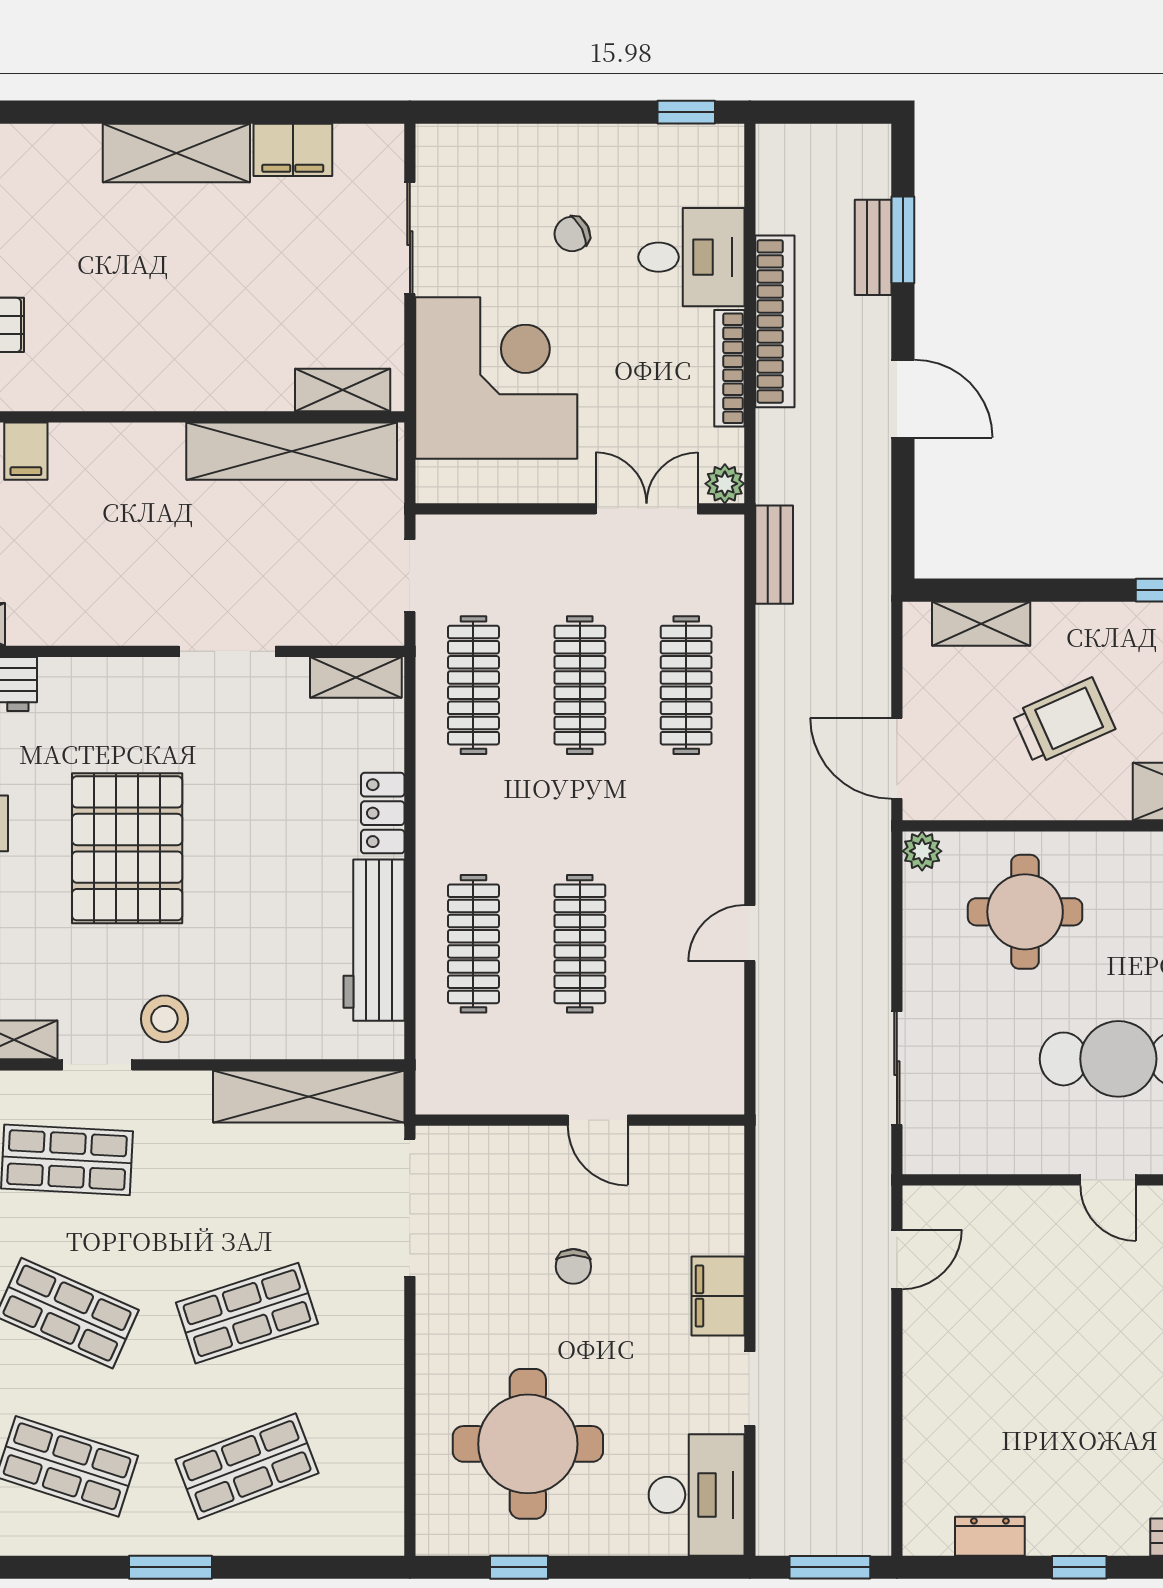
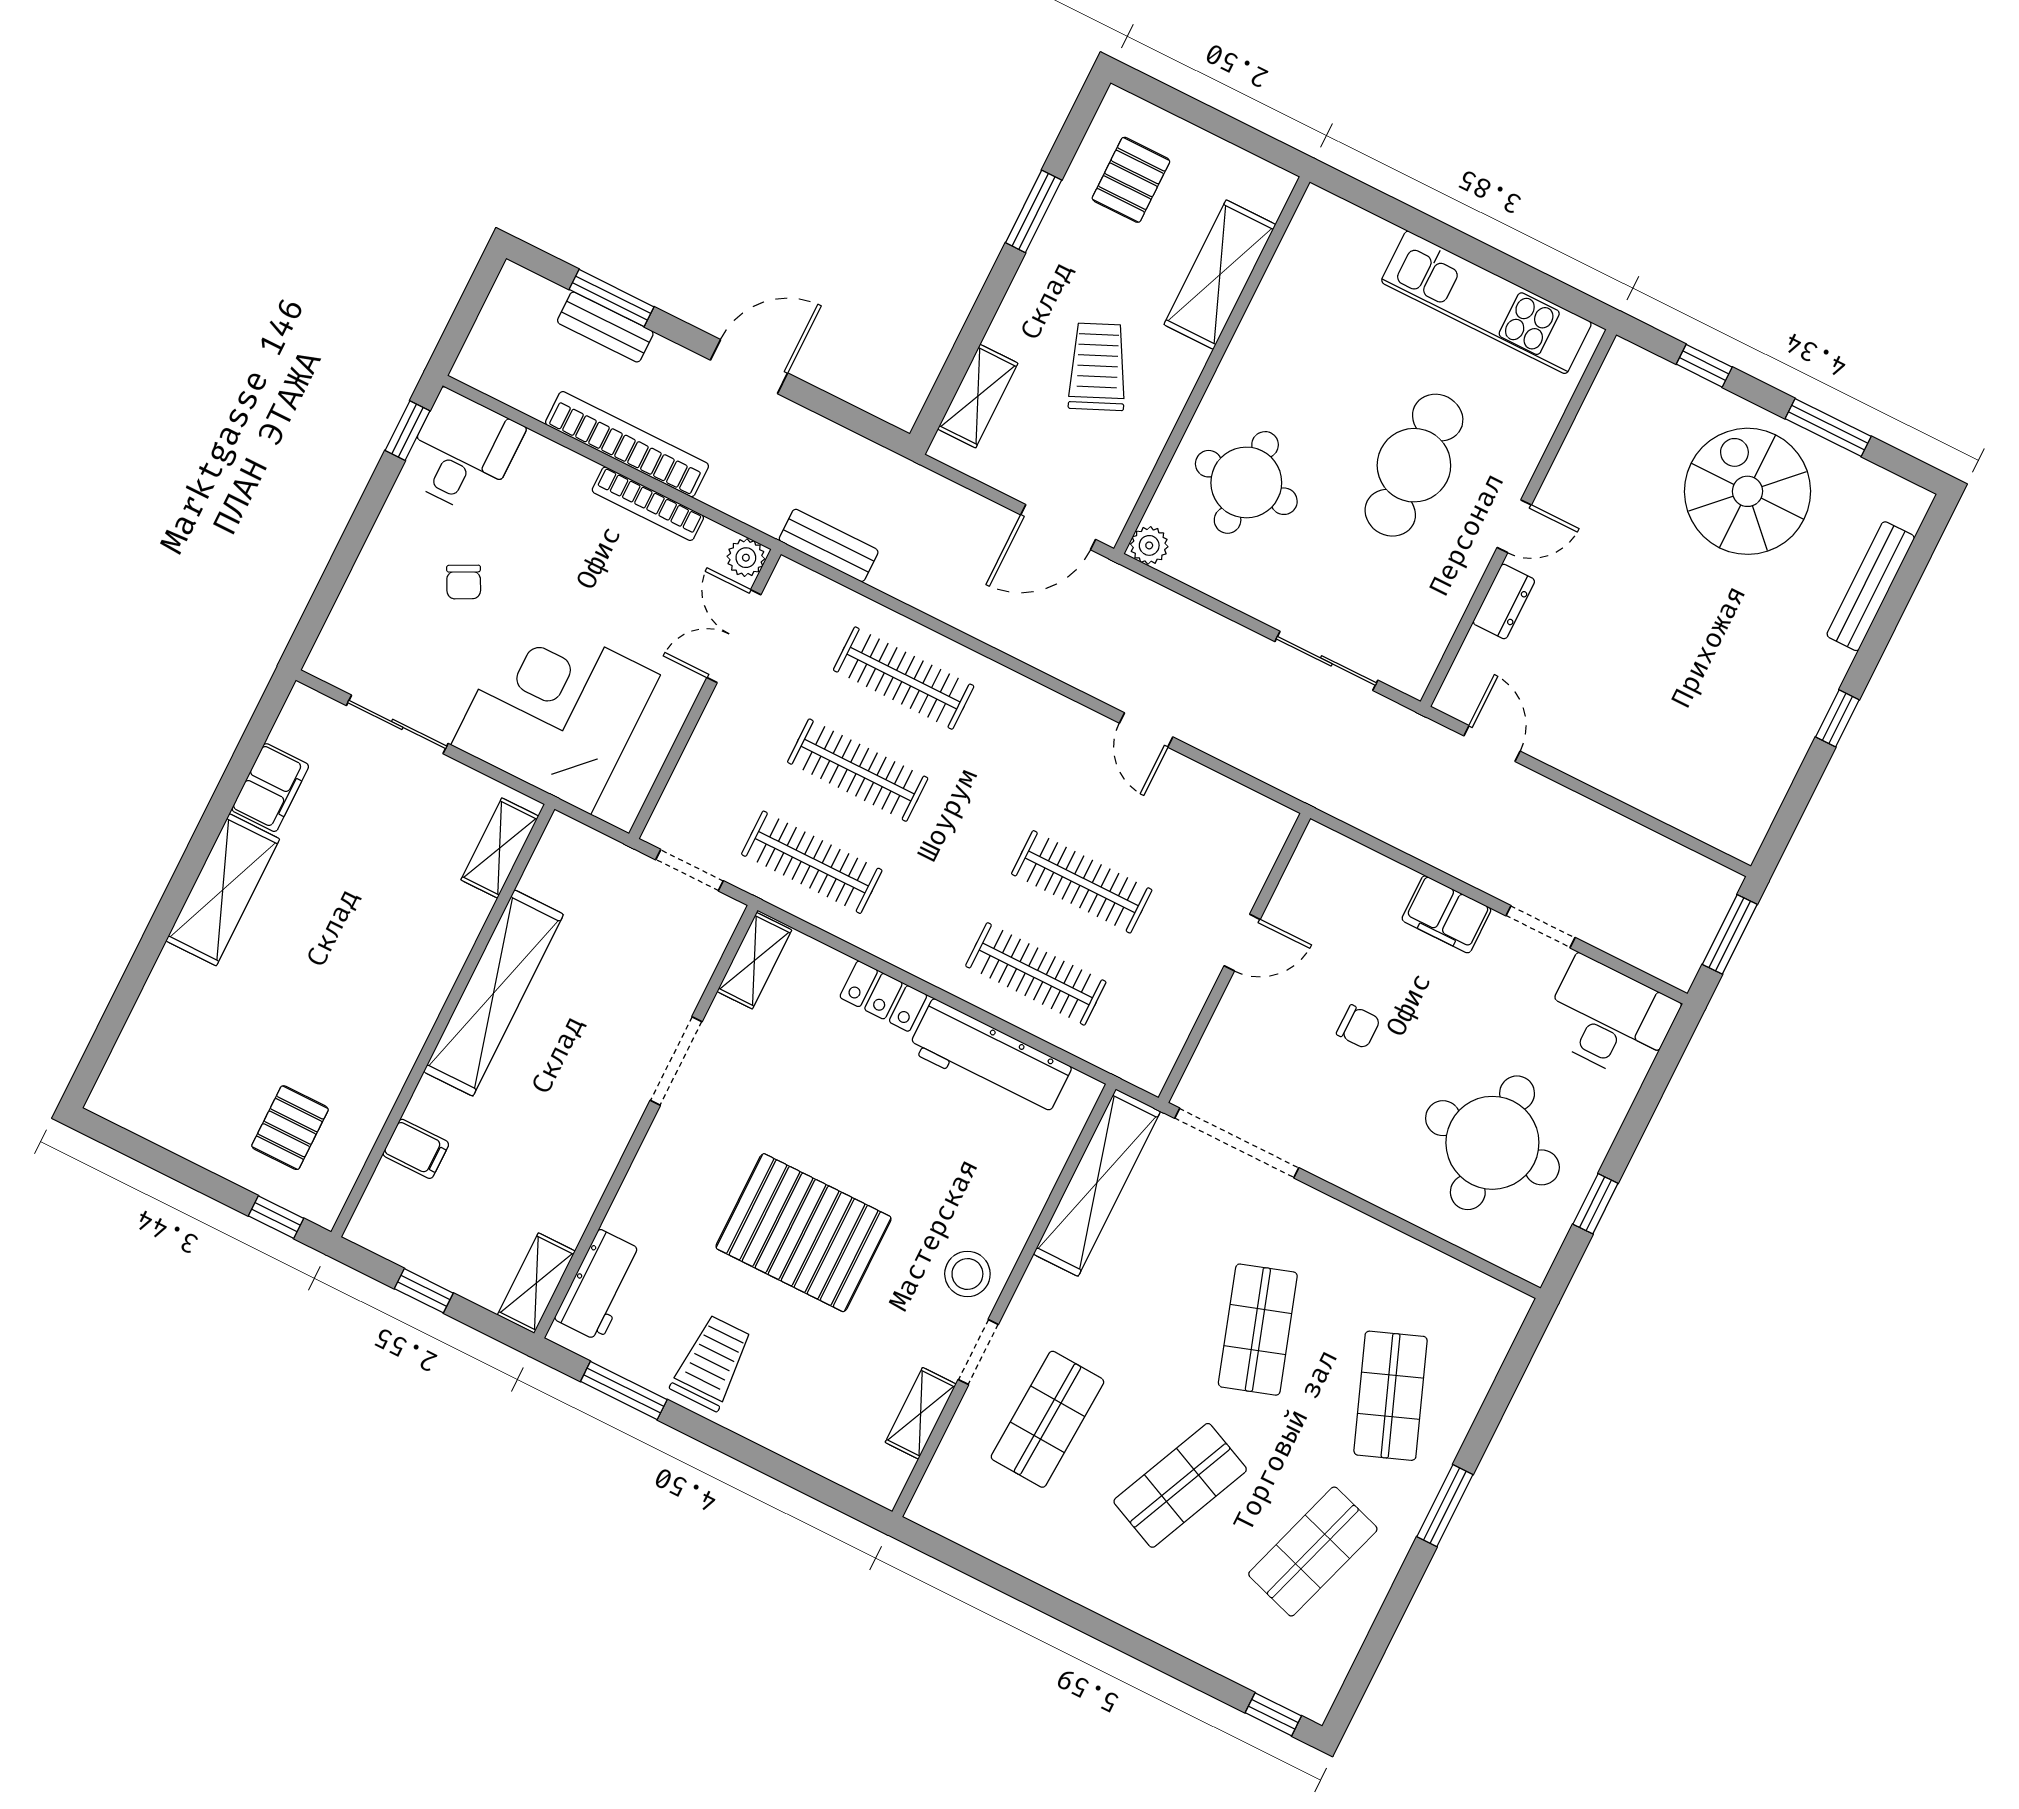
desk: (691, 257) -> (462, 452), moved
shelving: (292, 451) -> (494, 993), moved
dresser: (990, 1536) -> (1504, 602), moved, turned 180

